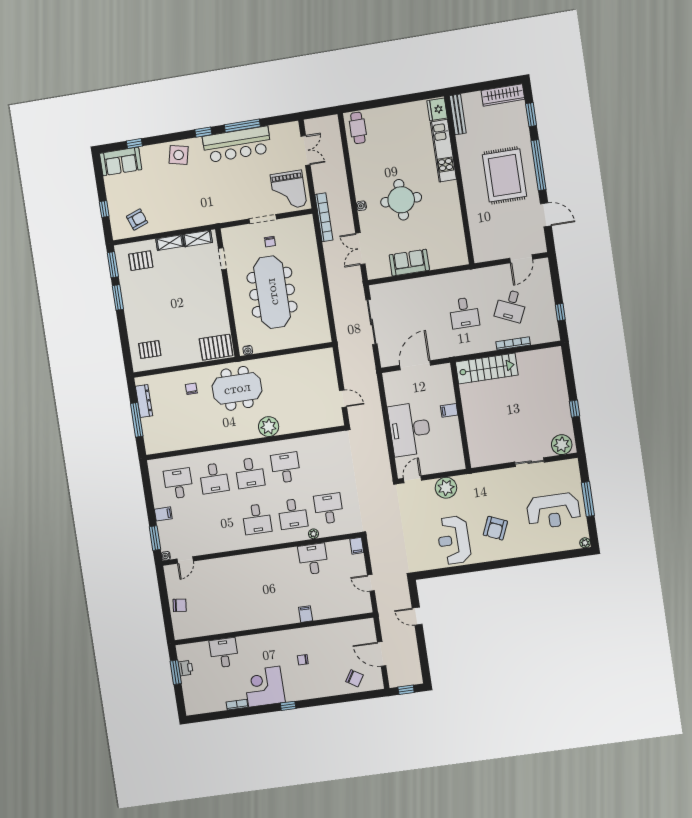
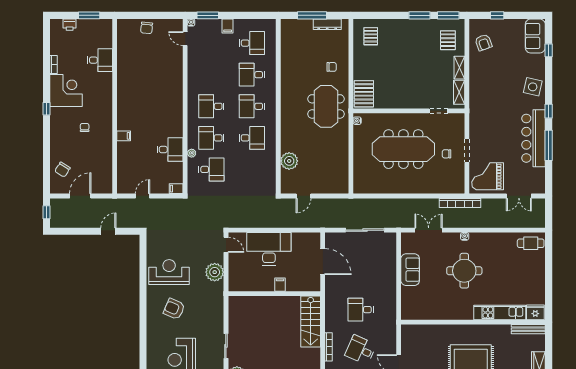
plant: (269, 427) -> (289, 161), moved
printer: (186, 668) -> (70, 25), moved

